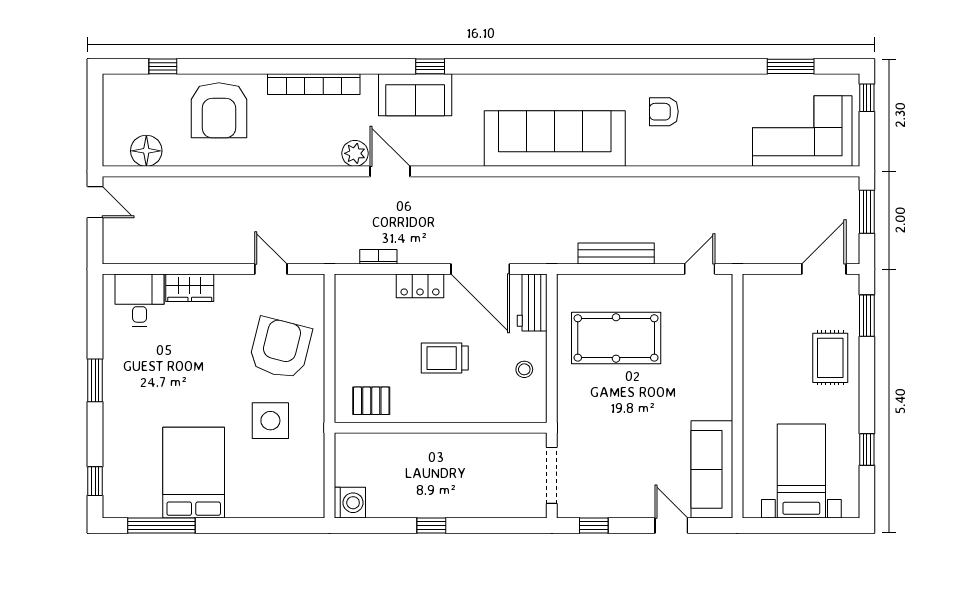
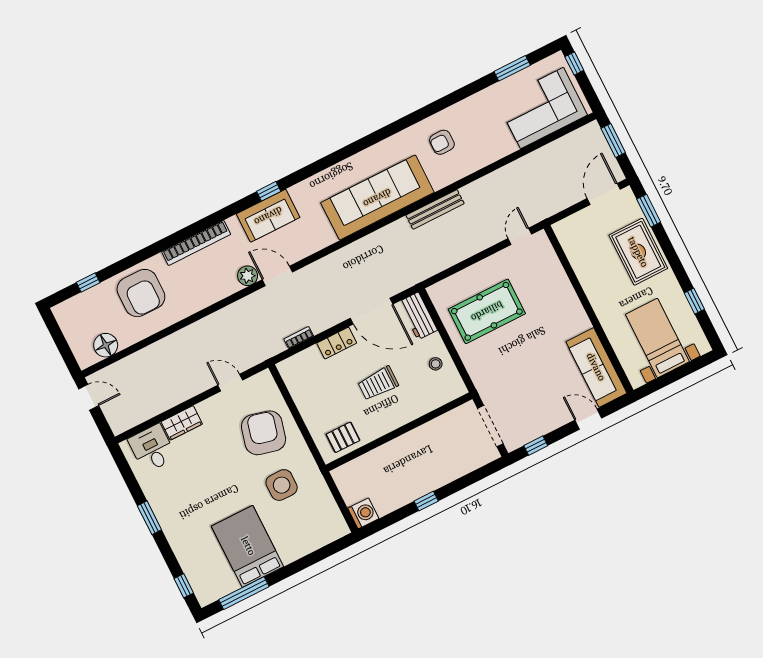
bench: (616, 254) -> (435, 209), moved
rug: (830, 358) -> (638, 252), width x1.36, depth x1.43

